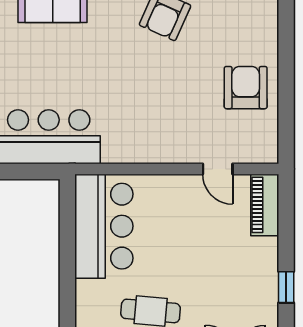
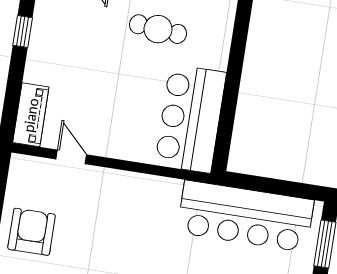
armchair: (246, 88) -> (32, 232), turned 180

